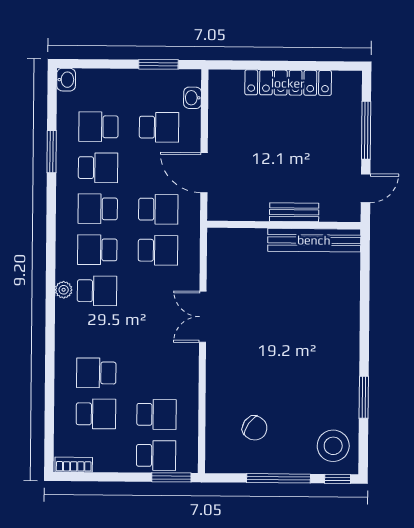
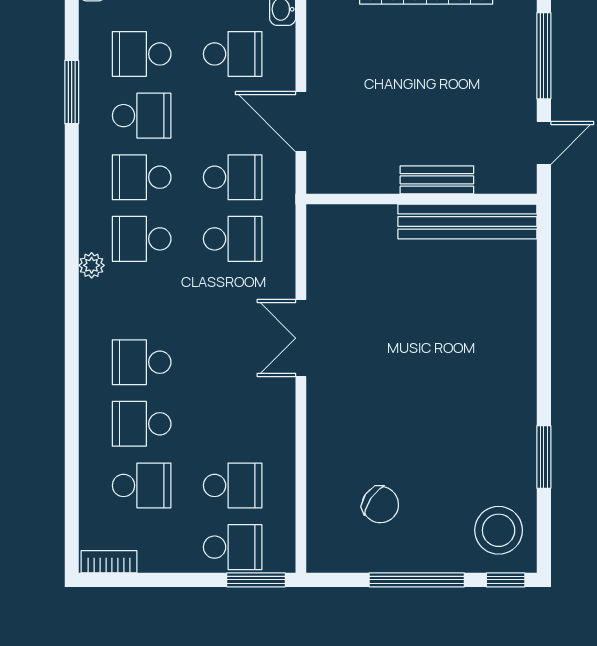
plant: (64, 290) -> (92, 265), moved
school desk: (97, 291) -> (142, 362), moved, turned 180

